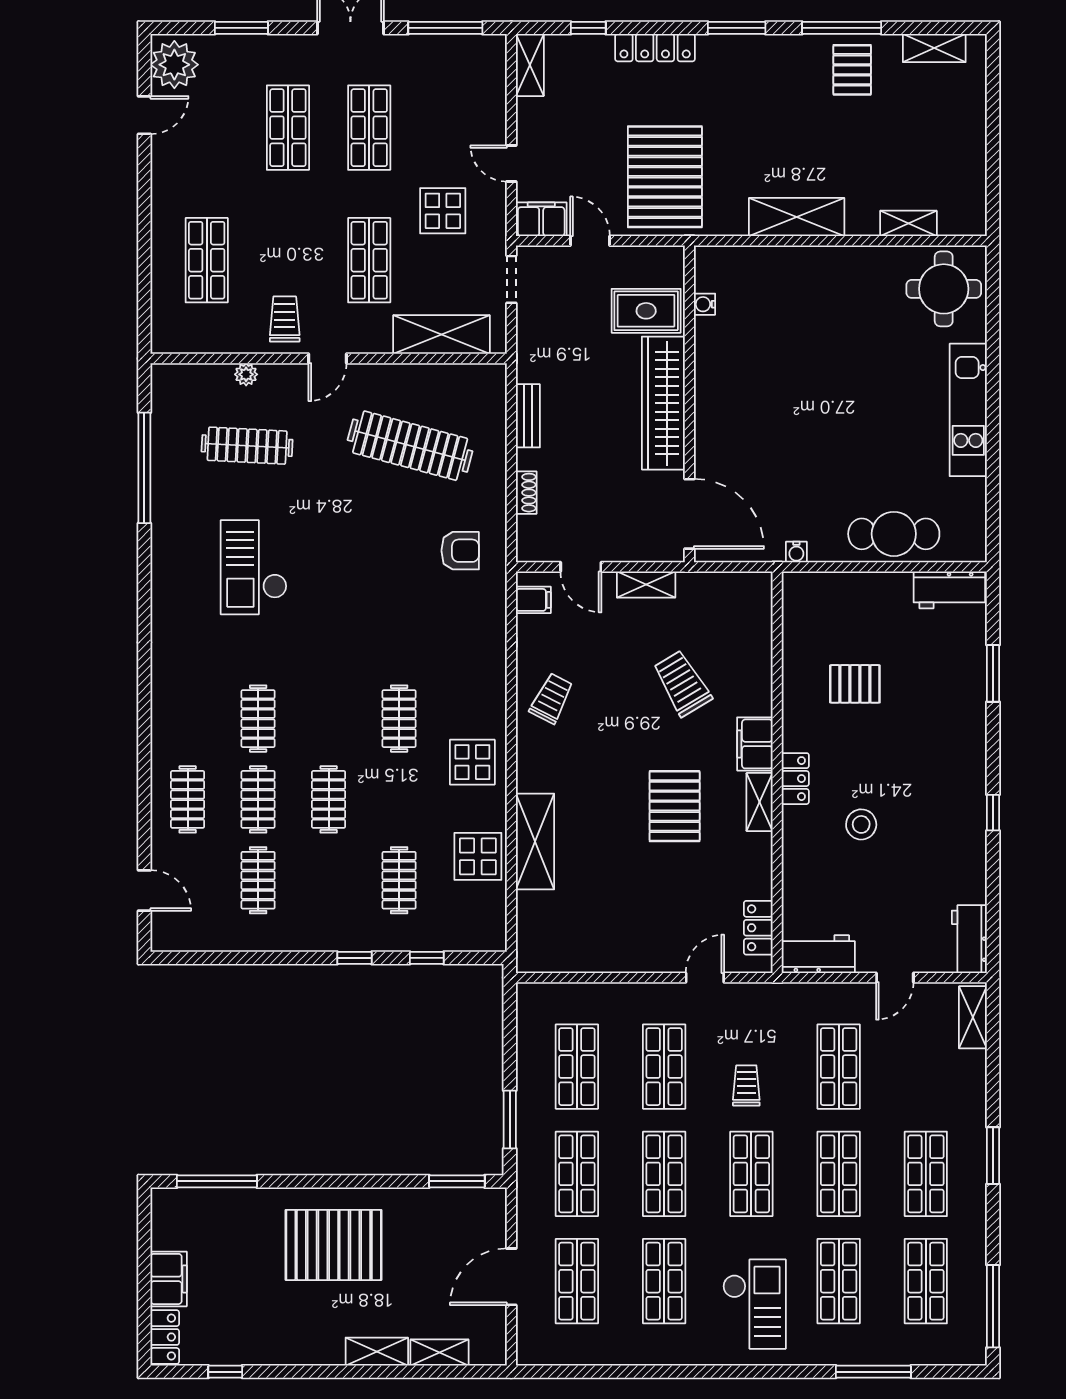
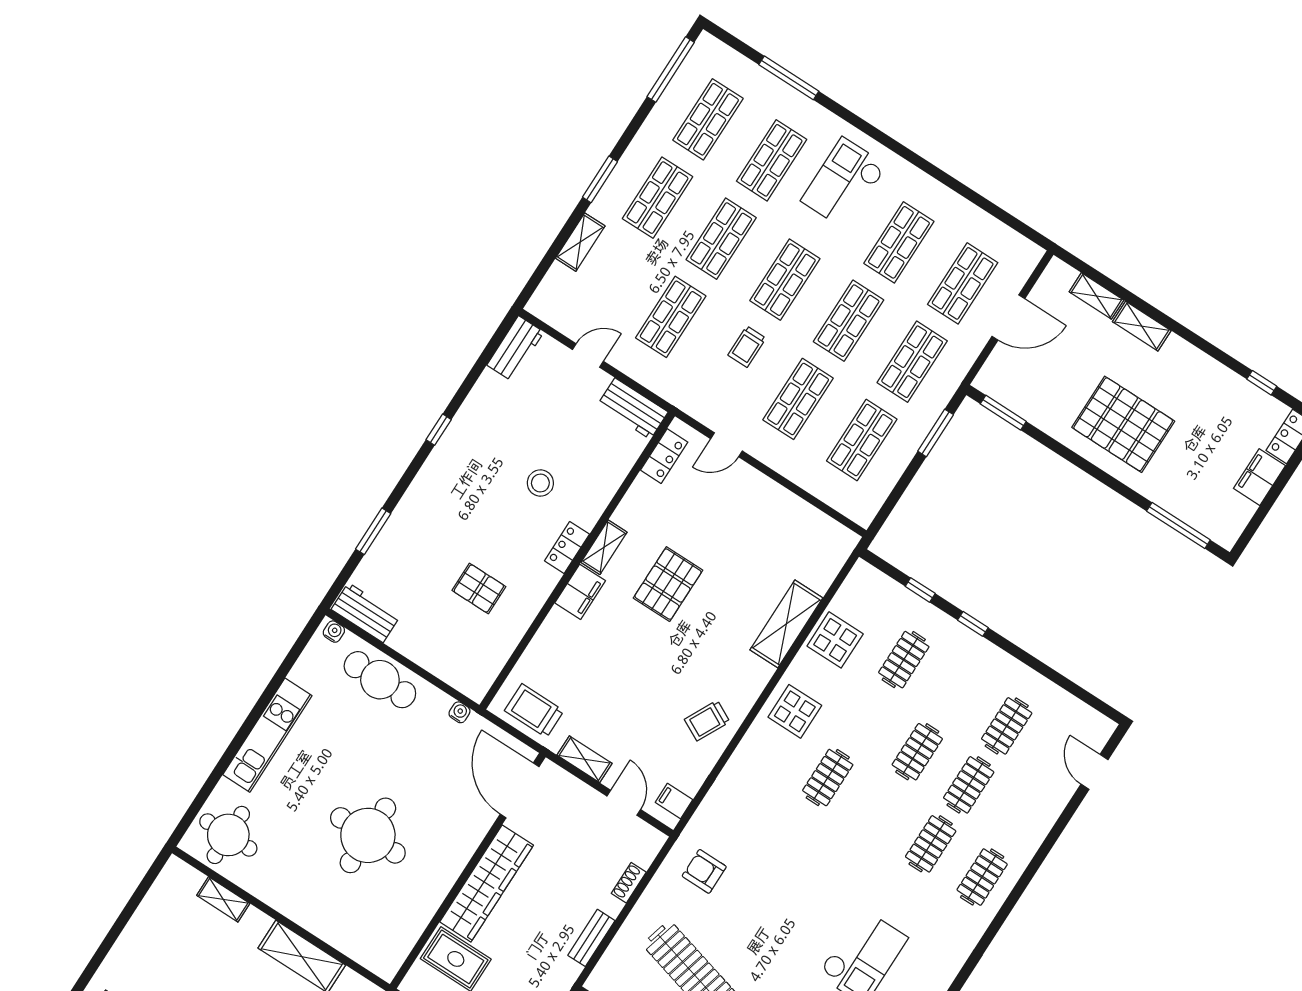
water cooler: (705, 304) -> (334, 632), moved, turned -90
round table: (808, 376) -> (368, 835), added
trolley: (682, 683) -> (534, 711), moved, turned 121
clothes rail: (188, 799) -> (982, 877), moved
shelving: (973, 1017) -> (580, 242), moved

